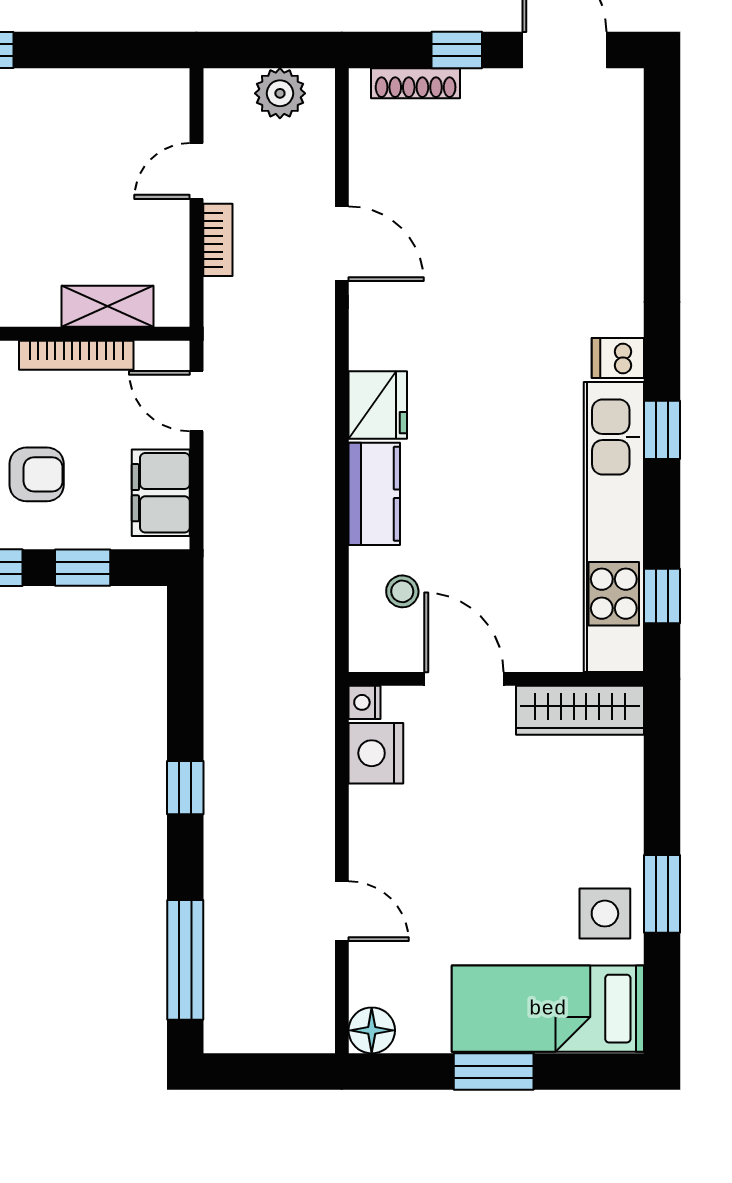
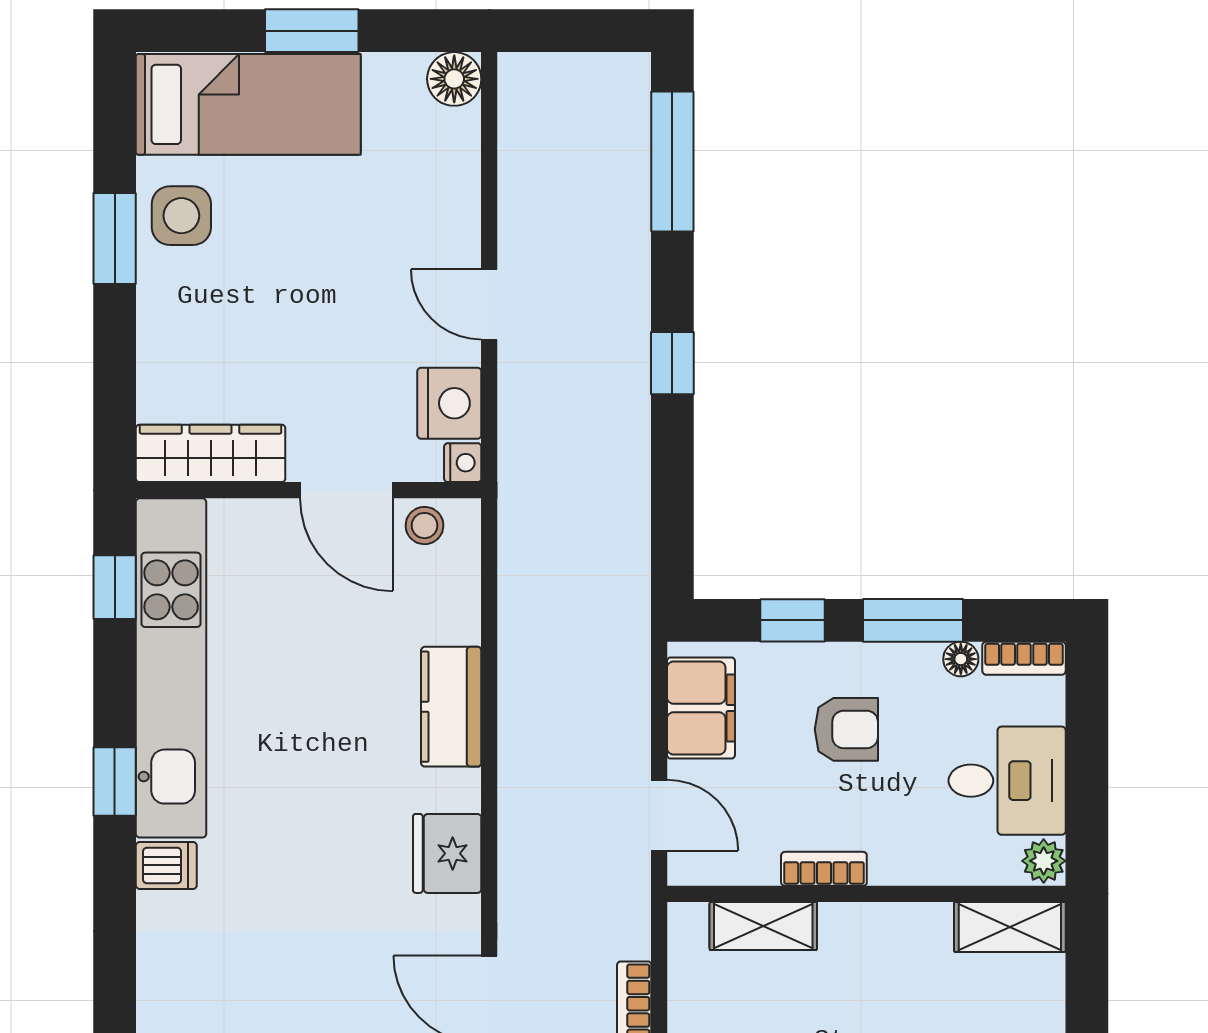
bookcase: (76, 355) -> (824, 869), width x0.64
fridge: (378, 405) -> (447, 853), moved
armchair: (37, 474) -> (846, 729), turned 180
stool: (402, 591) -> (424, 526), moved
door: (342, 911) -> (489, 304), moved

